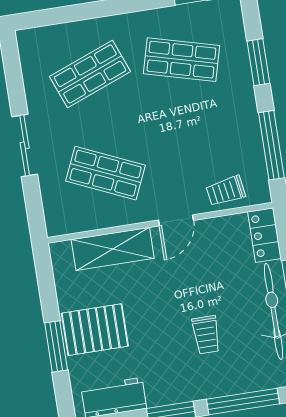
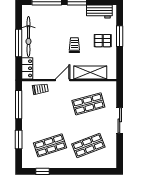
shop shelf: (181, 60) -> (50, 145), turned -33
shop shelf: (106, 173) -> (88, 104), turned -39
pallet: (95, 330) -> (103, 41), width x0.67, depth x0.71
trolley: (206, 335) -> (74, 45), moved

